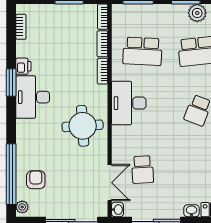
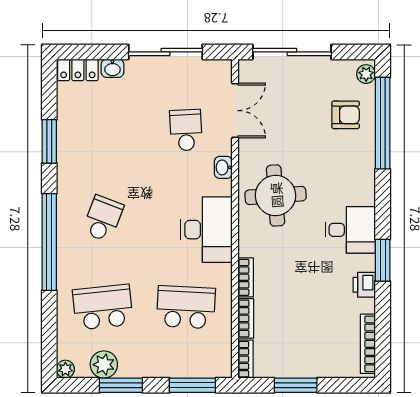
bookcase: (21, 27) -> (368, 344), width x1.56
desk: (33, 97) -> (350, 230), width x0.73
armchair: (36, 180) -> (346, 115), turned -90
double door: (110, 183) -> (235, 111), swing flipped
washbasin: (117, 210) -> (223, 167), moved

